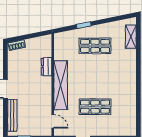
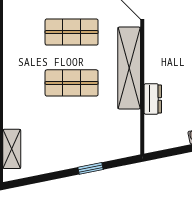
shop shelf: (95, 46) -> (72, 83), moved

